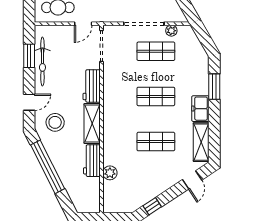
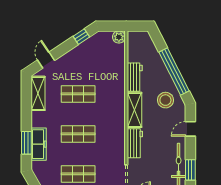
freezer: (200, 109) -> (39, 144), moved, width x1.40
stool: (55, 122) -> (165, 100), moved
plant: (110, 173) -> (119, 37), moved

